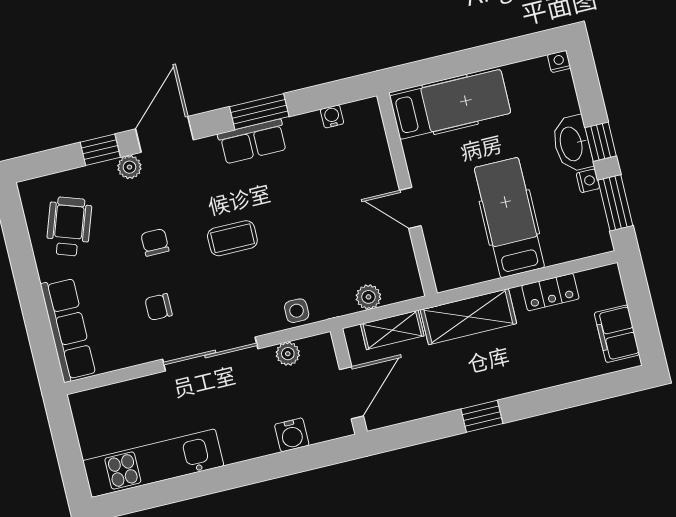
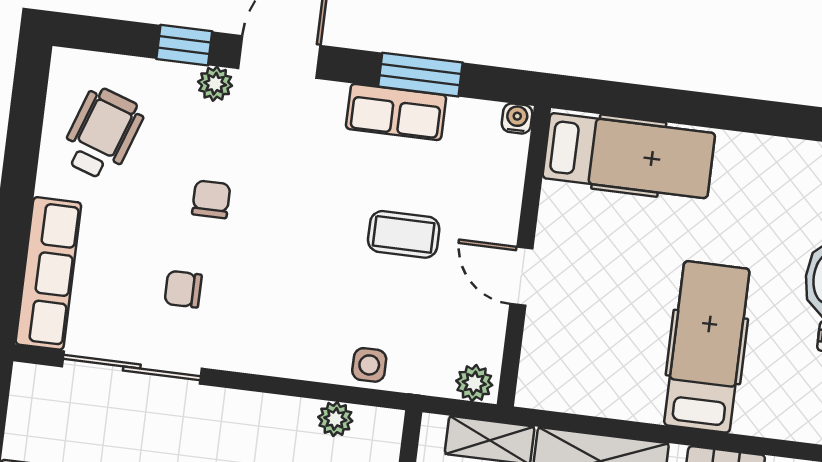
hospital bed: (450, 104) -> (629, 156), moved
wall: (407, 194) -> (524, 256), moved
door: (410, 208) -> (521, 276), moved
coffee table: (232, 238) -> (404, 234), moved
sliding door: (210, 354) -> (132, 367), moved

